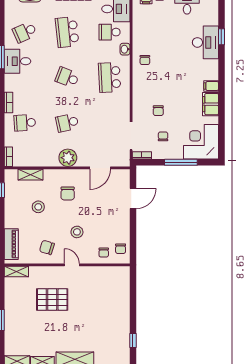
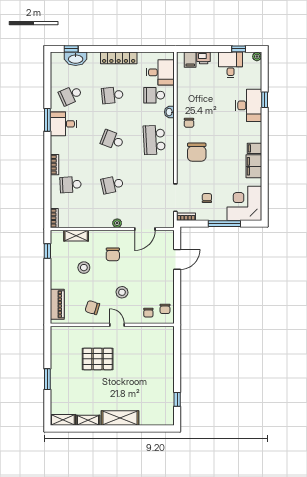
school desk: (67, 32) -> (112, 95), width x0.54
chair: (158, 111) -> (197, 152), moved, width x1.87, depth x1.87
plant: (68, 158) -> (117, 223), width x0.53, depth x0.53
shelving: (16, 272) -> (62, 331), removed

